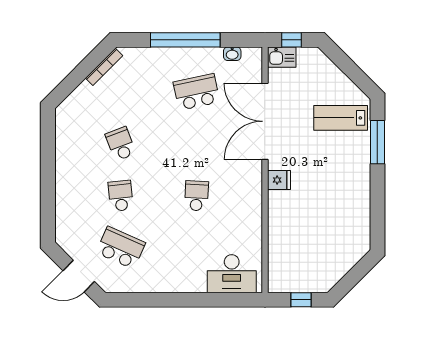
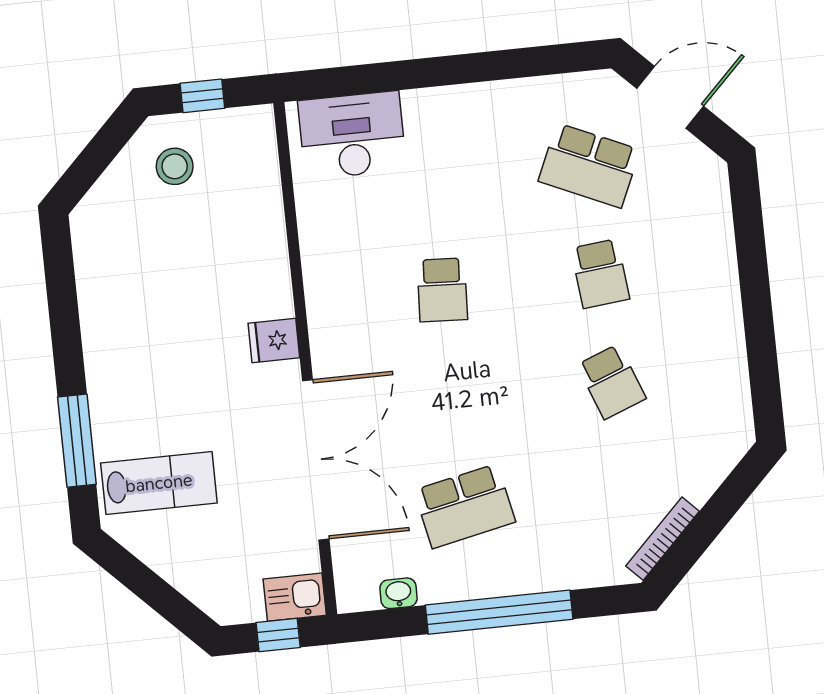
stool: (318, 268) -> (175, 166), added

